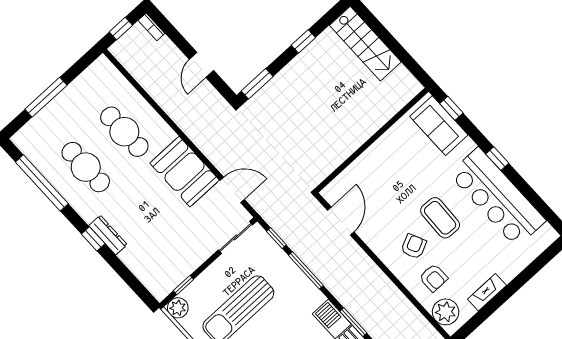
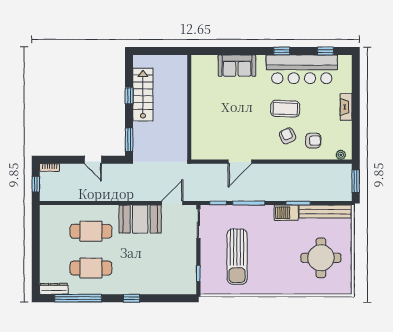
stairs: (365, 44) -> (143, 95), moved, turned -90
window: (46, 97) -> (36, 255), removed
window: (451, 108) -> (325, 51), moved
wall: (372, 140) -> (189, 107), moved
door: (341, 221) -> (240, 162), swing flipped
dresser: (108, 235) -> (54, 289), moved
fireplace: (487, 292) -> (346, 107), moved
plant: (178, 308) -> (207, 287), removed
plant: (446, 312) -> (341, 155), width x0.53, depth x0.53

